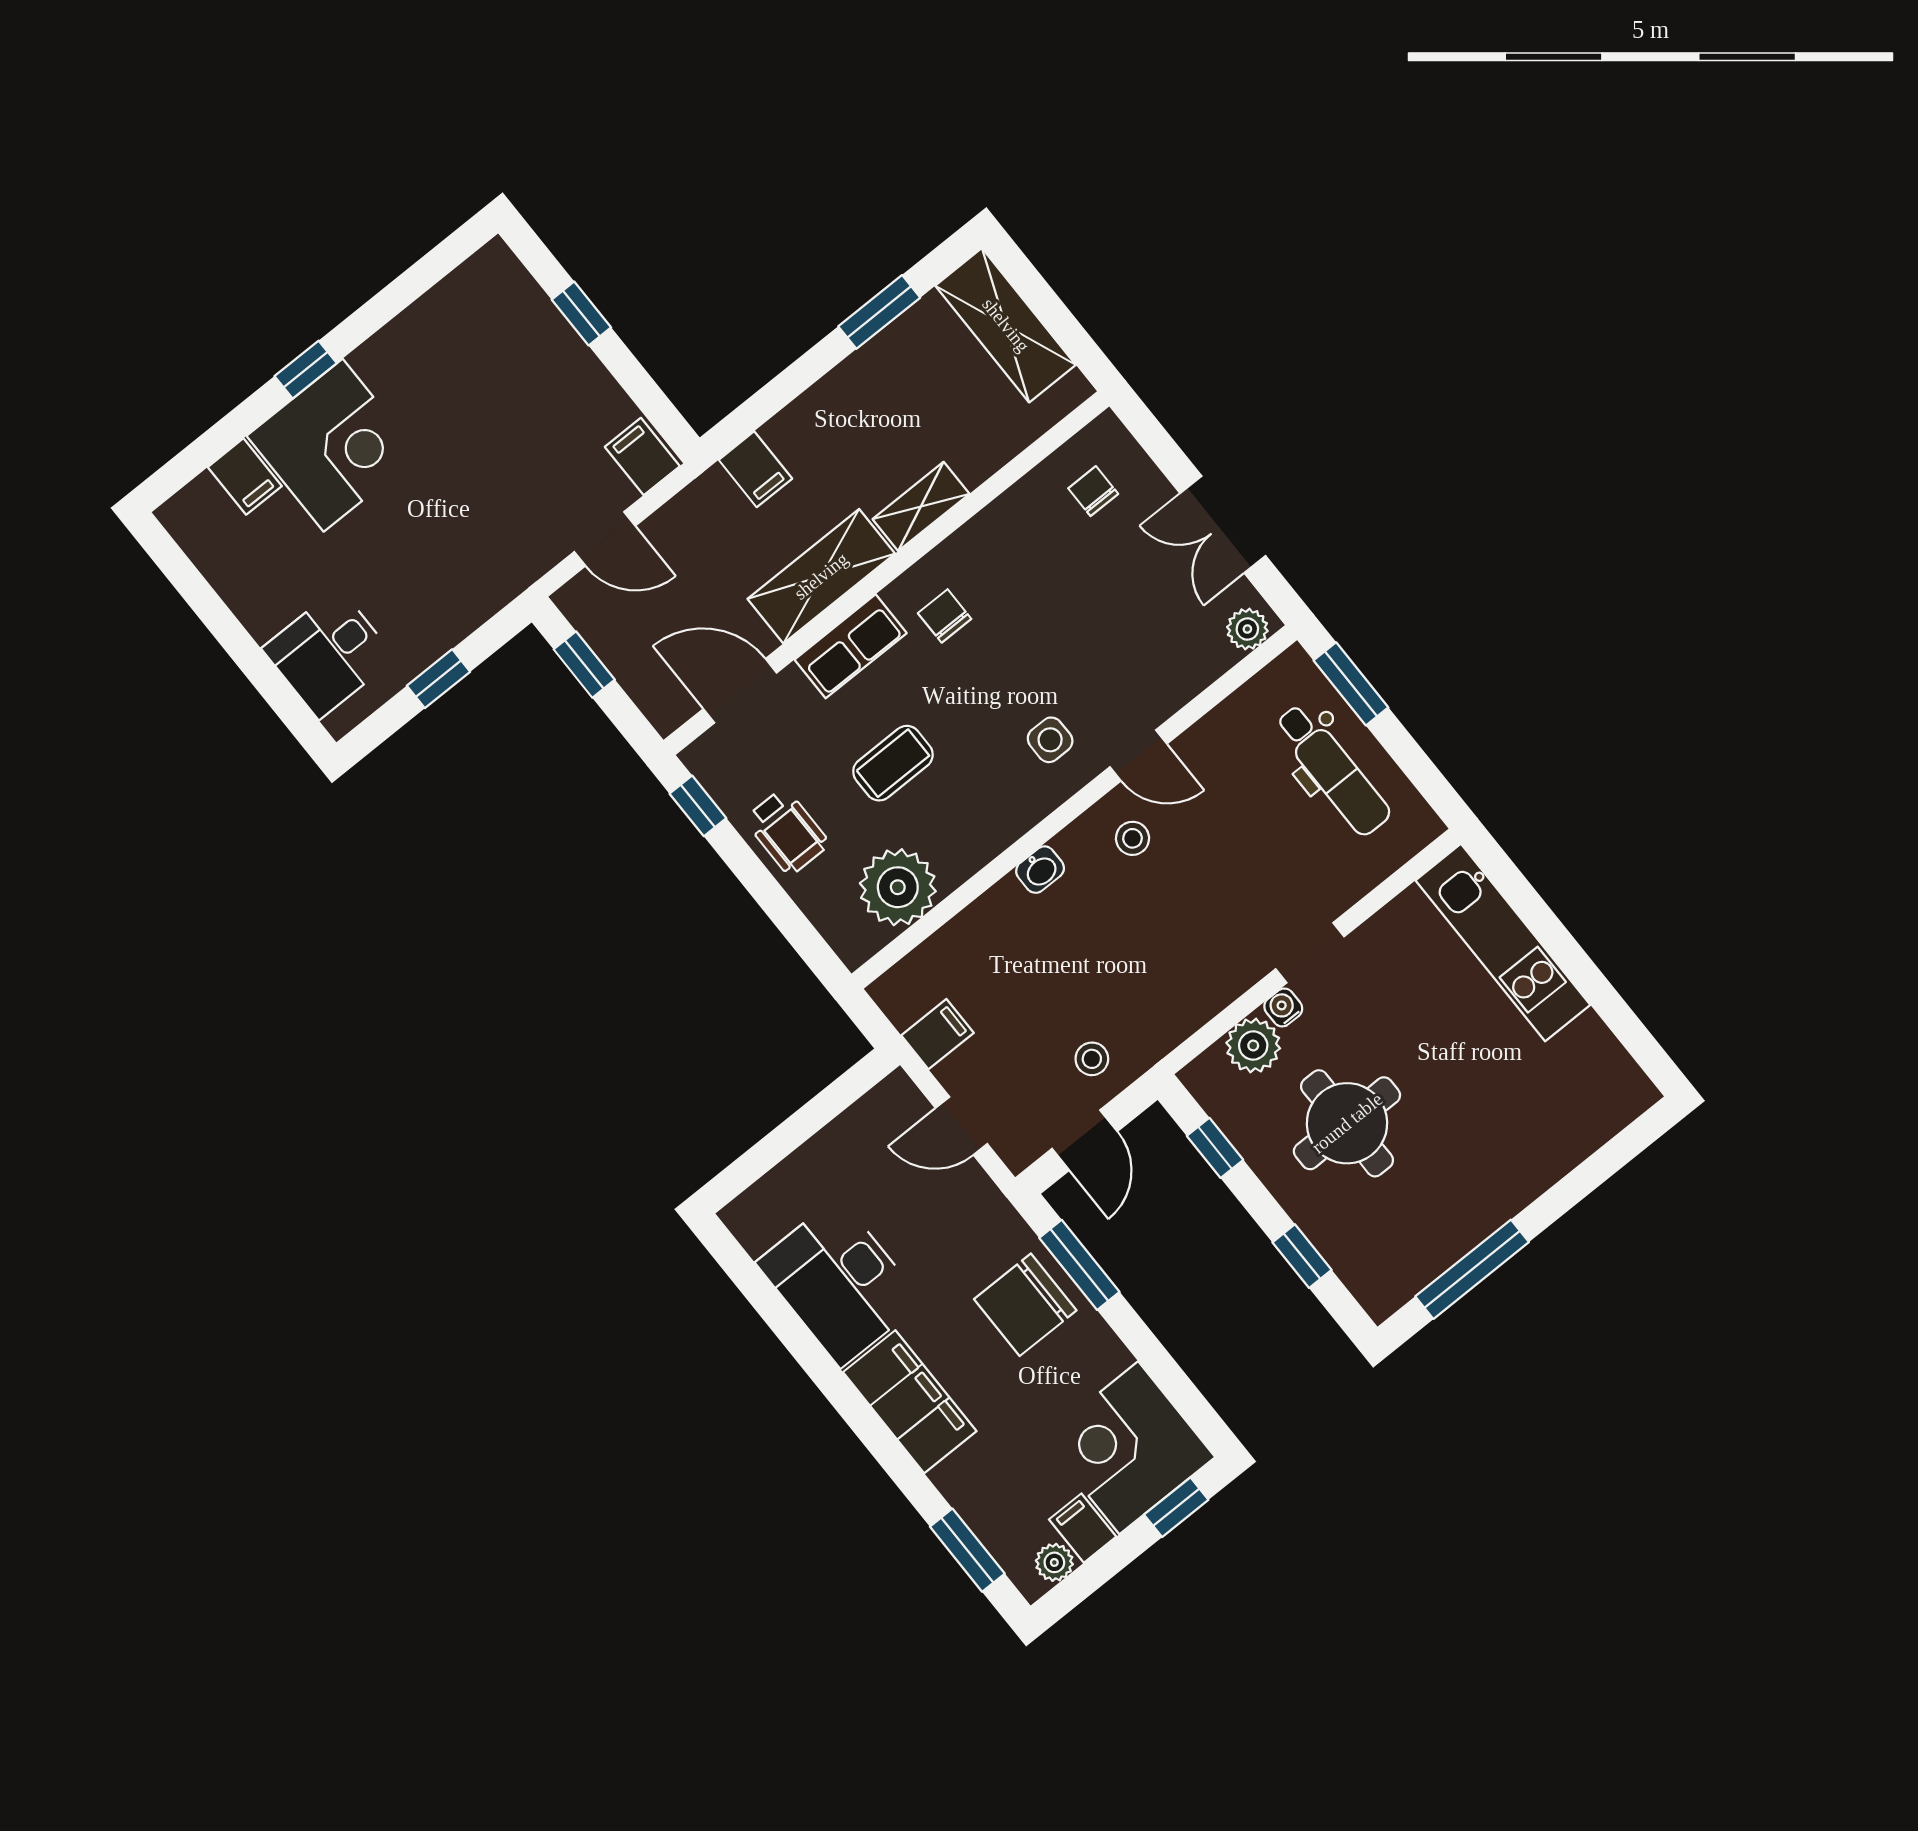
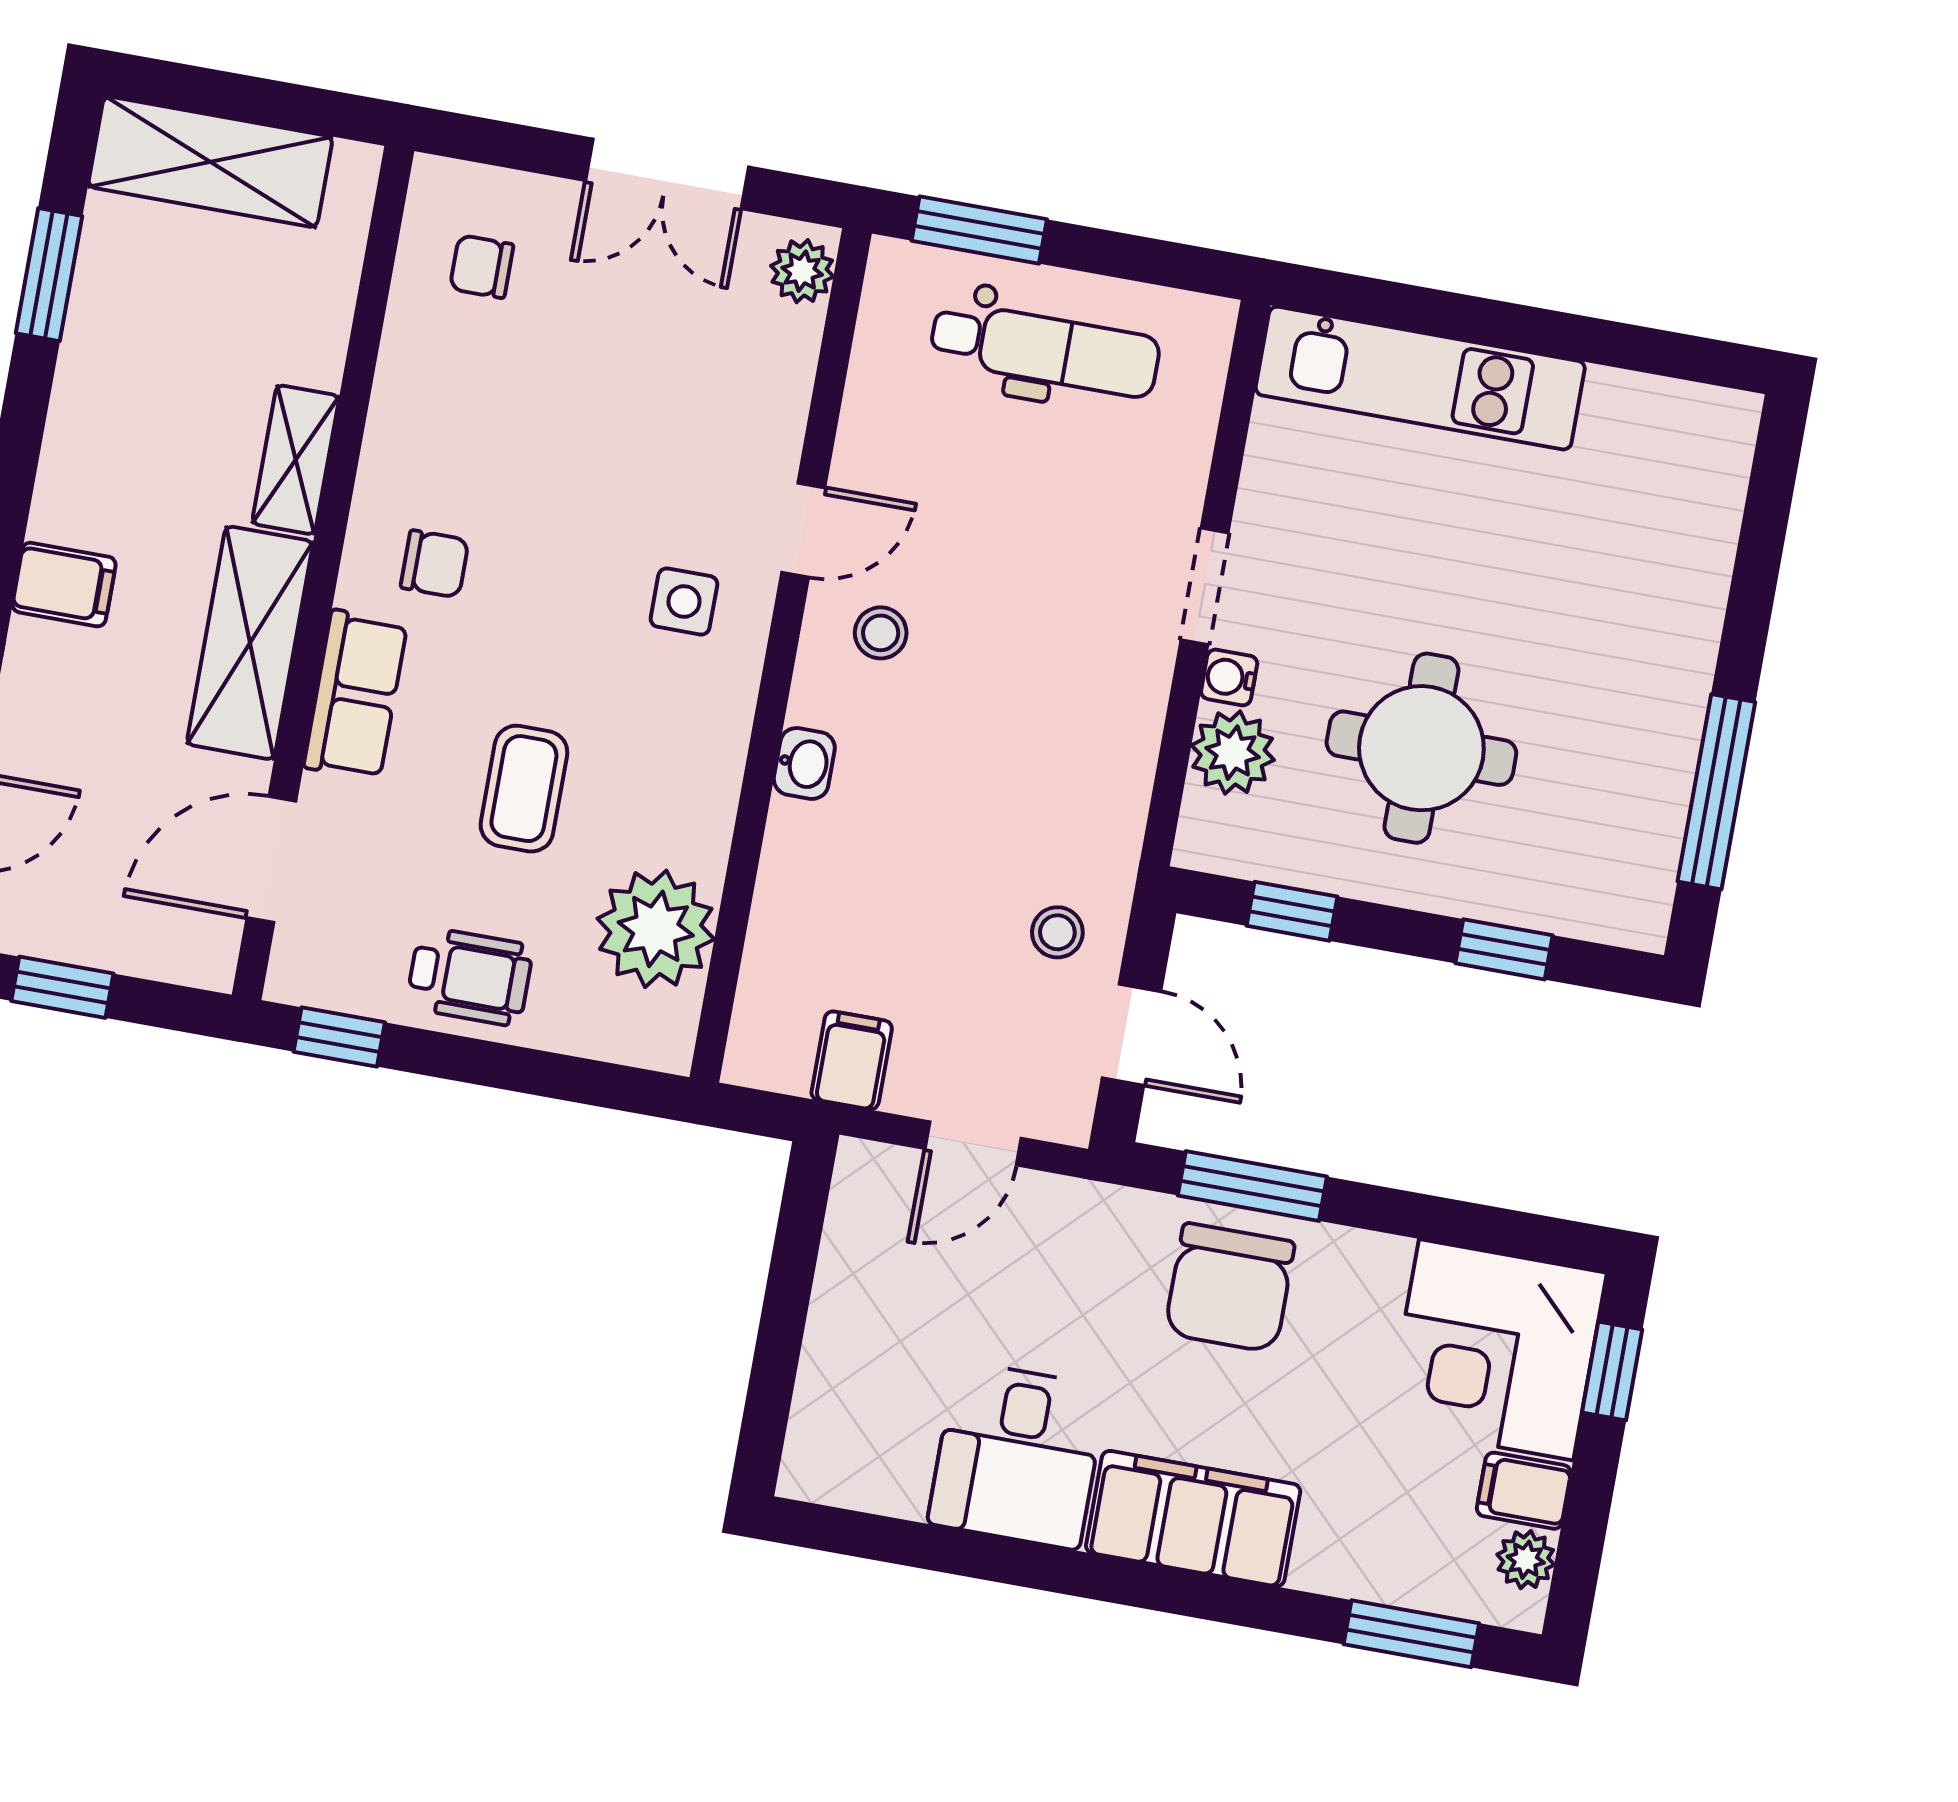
chair: (945, 616) -> (435, 564), turned 180
desk: (839, 1282) -> (1018, 1455), width x0.73

